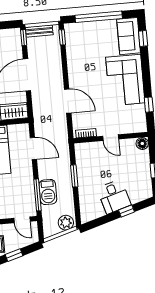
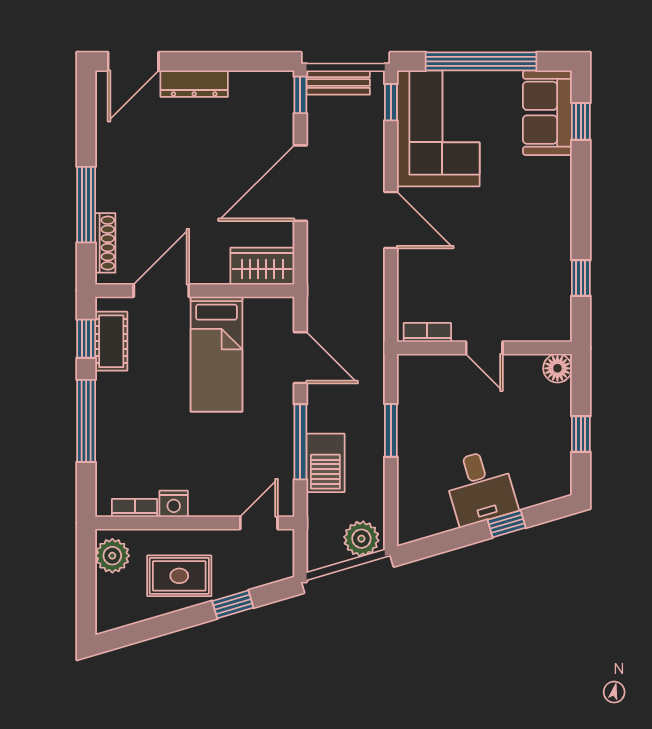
corner sofa: (125, 80) -> (438, 128), moved, turned 180
door: (68, 101) -> (391, 220), moved
window: (37, 195) -> (300, 442), moved
door: (22, 220) -> (259, 523), swing flipped

